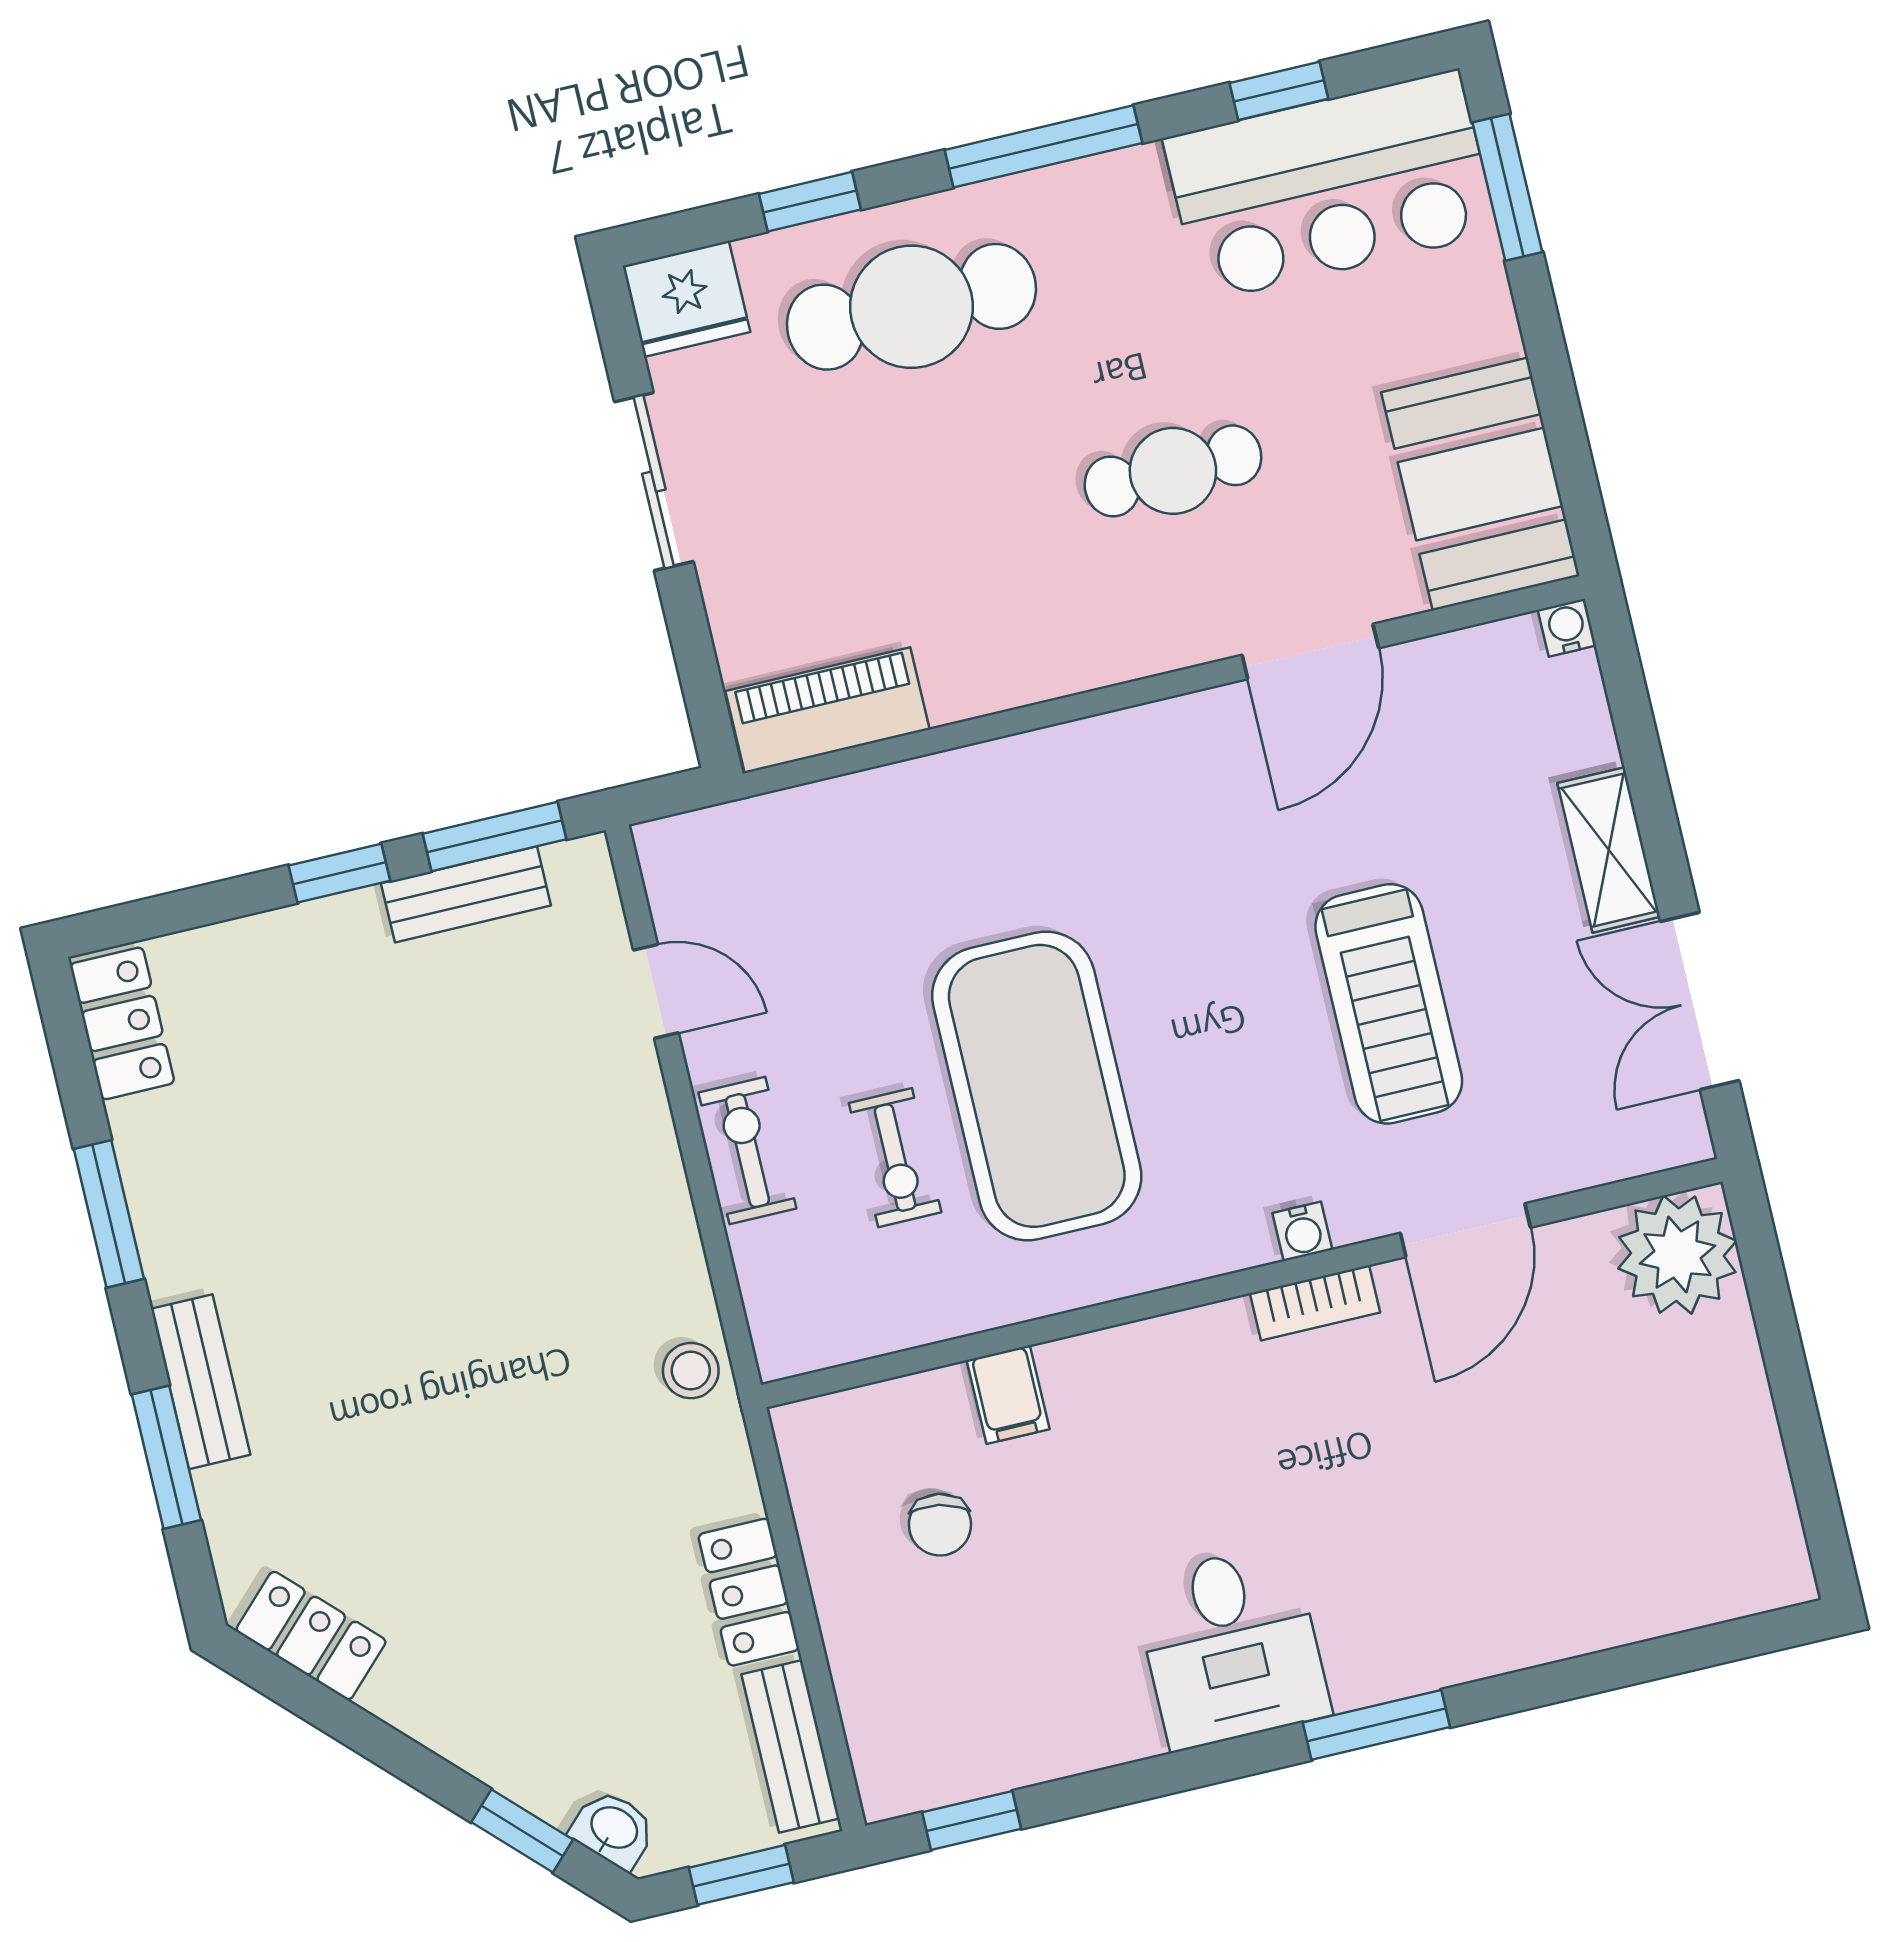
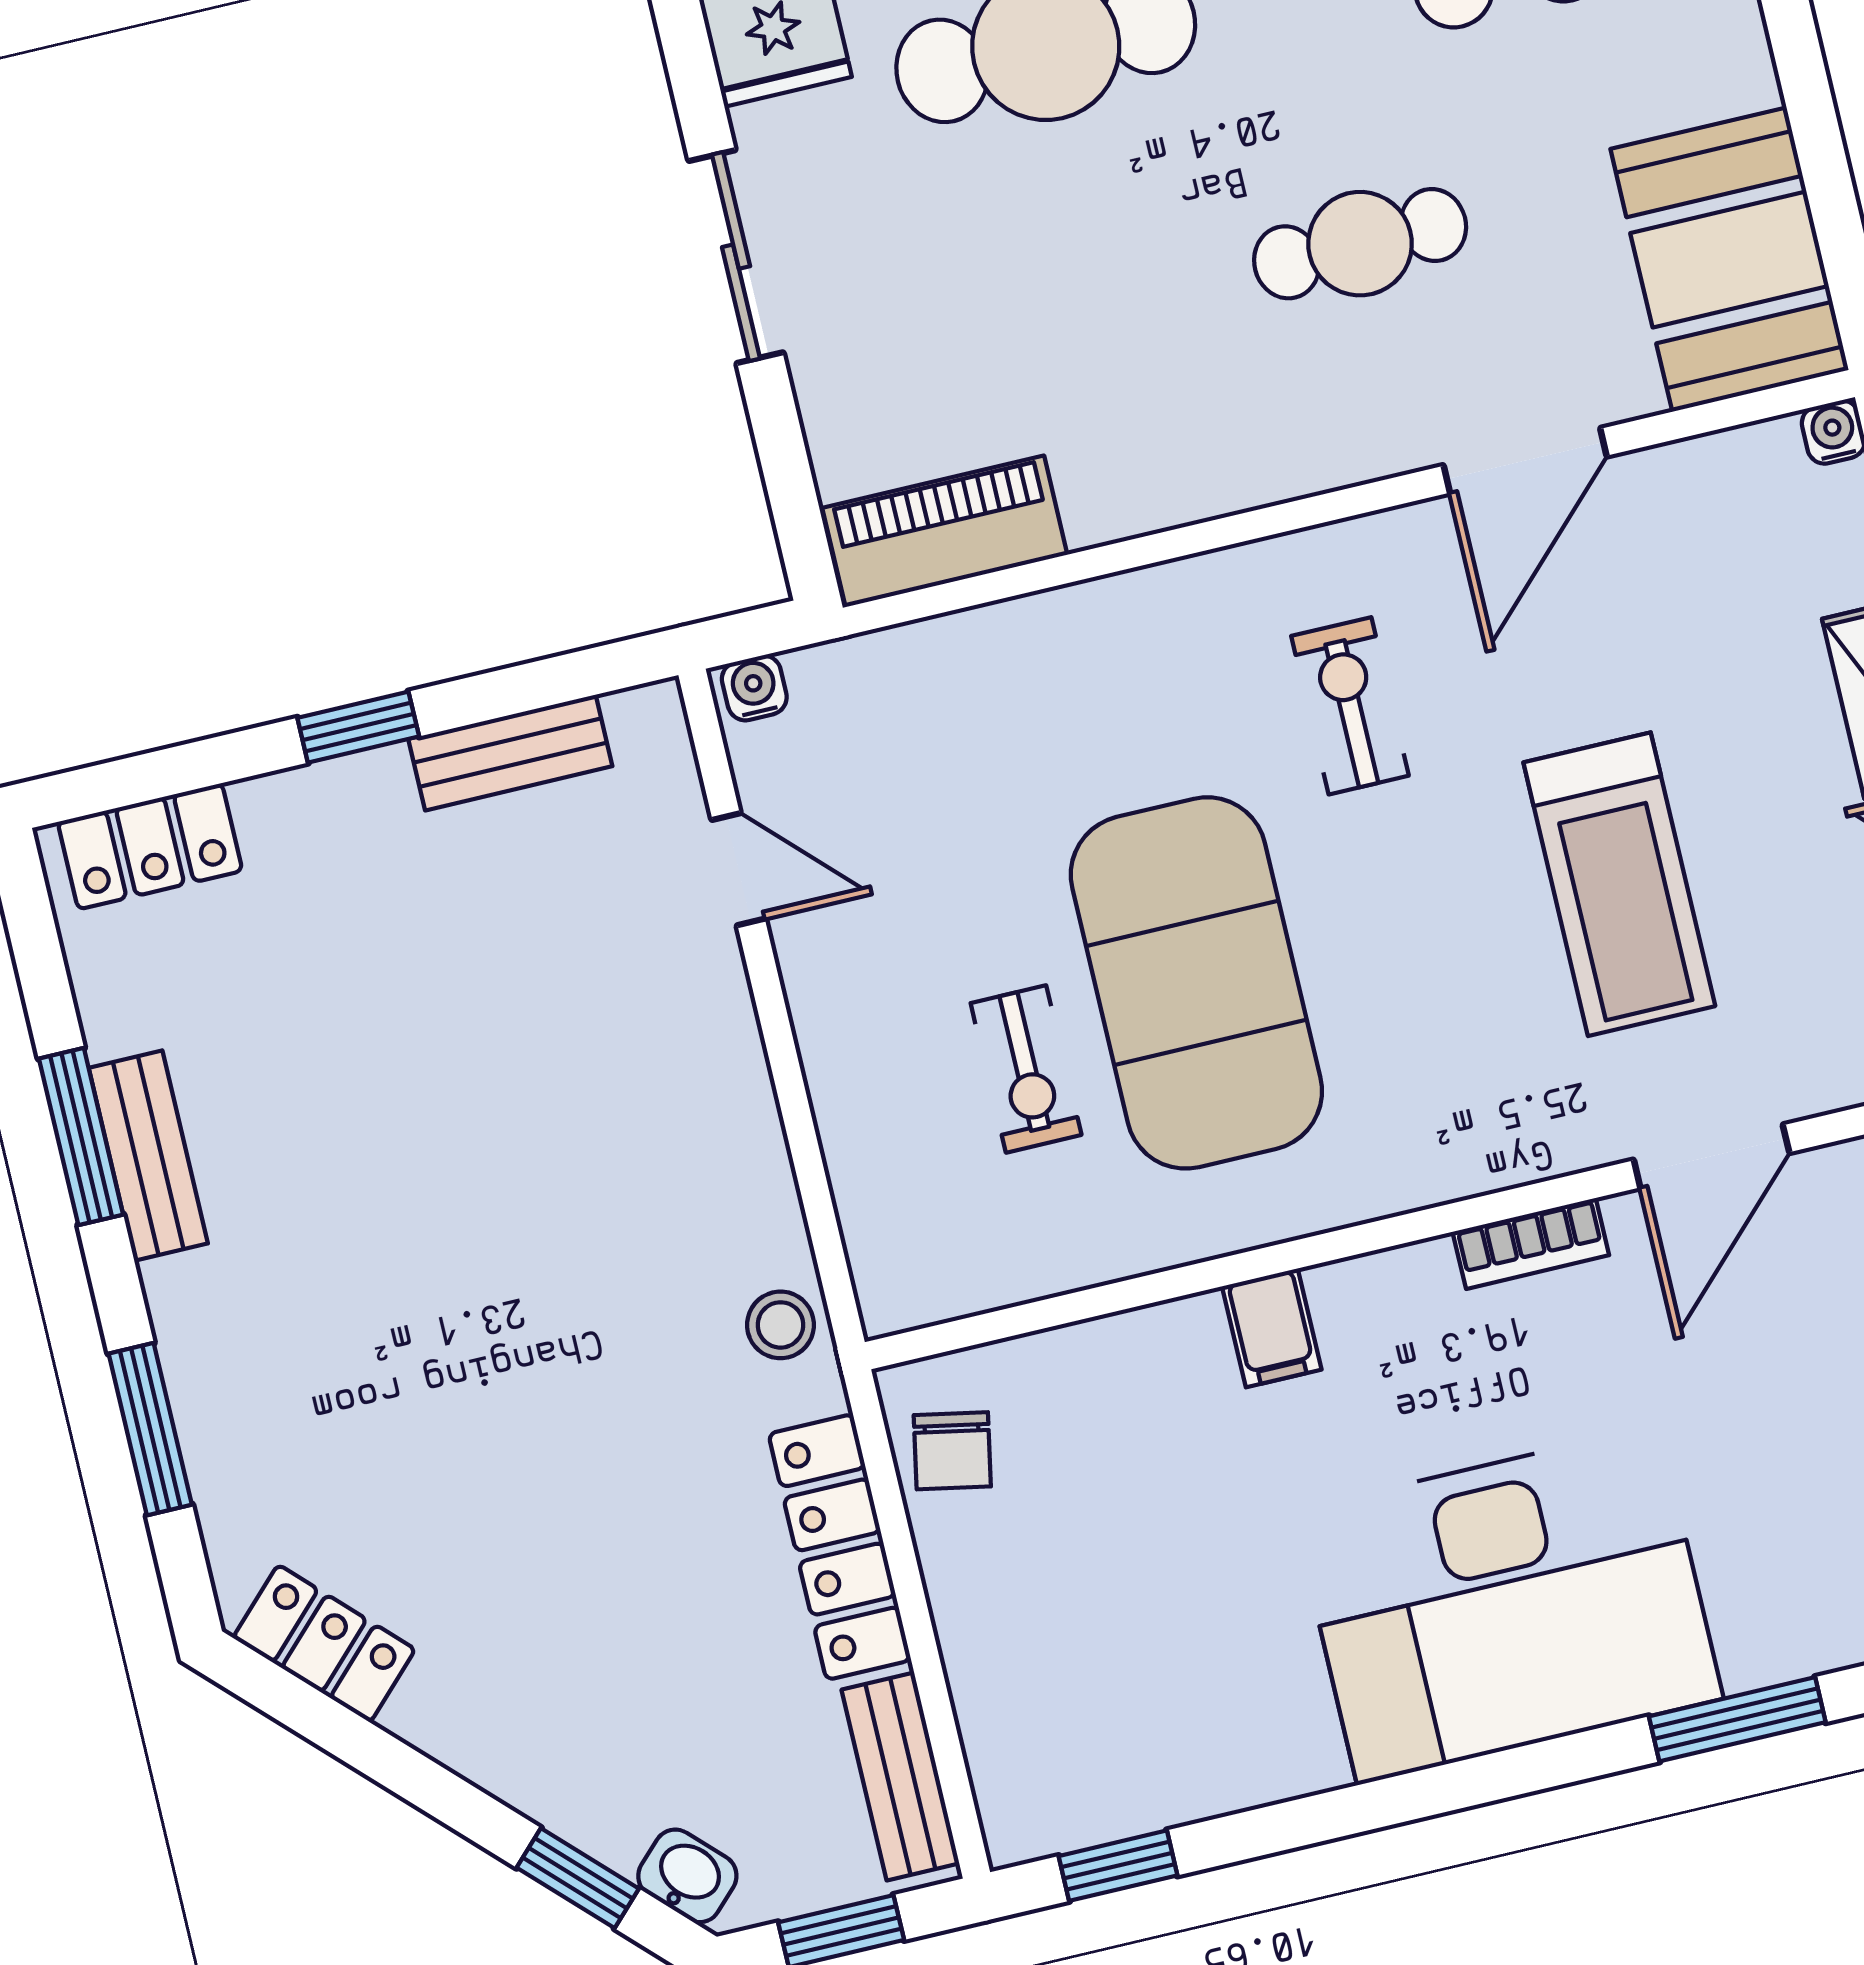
window: (494, 836) -> (545, 683), removed
locker: (122, 1023) -> (150, 846), moved, turned 90
exercise bike: (747, 1151) -> (1350, 706), moved
water cooler: (1302, 1231) -> (754, 688), moved, turned 180
bench: (201, 1382) -> (148, 1156), moved
filing cabinet: (1008, 1395) -> (1272, 1328), moved
chair: (940, 1525) -> (952, 1451), moved
locker: (749, 1592) -> (840, 1547), width x1.53
desk: (1231, 1647) -> (1508, 1605), width x1.87, depth x1.30
window: (1376, 1725) -> (1737, 1719), moved

